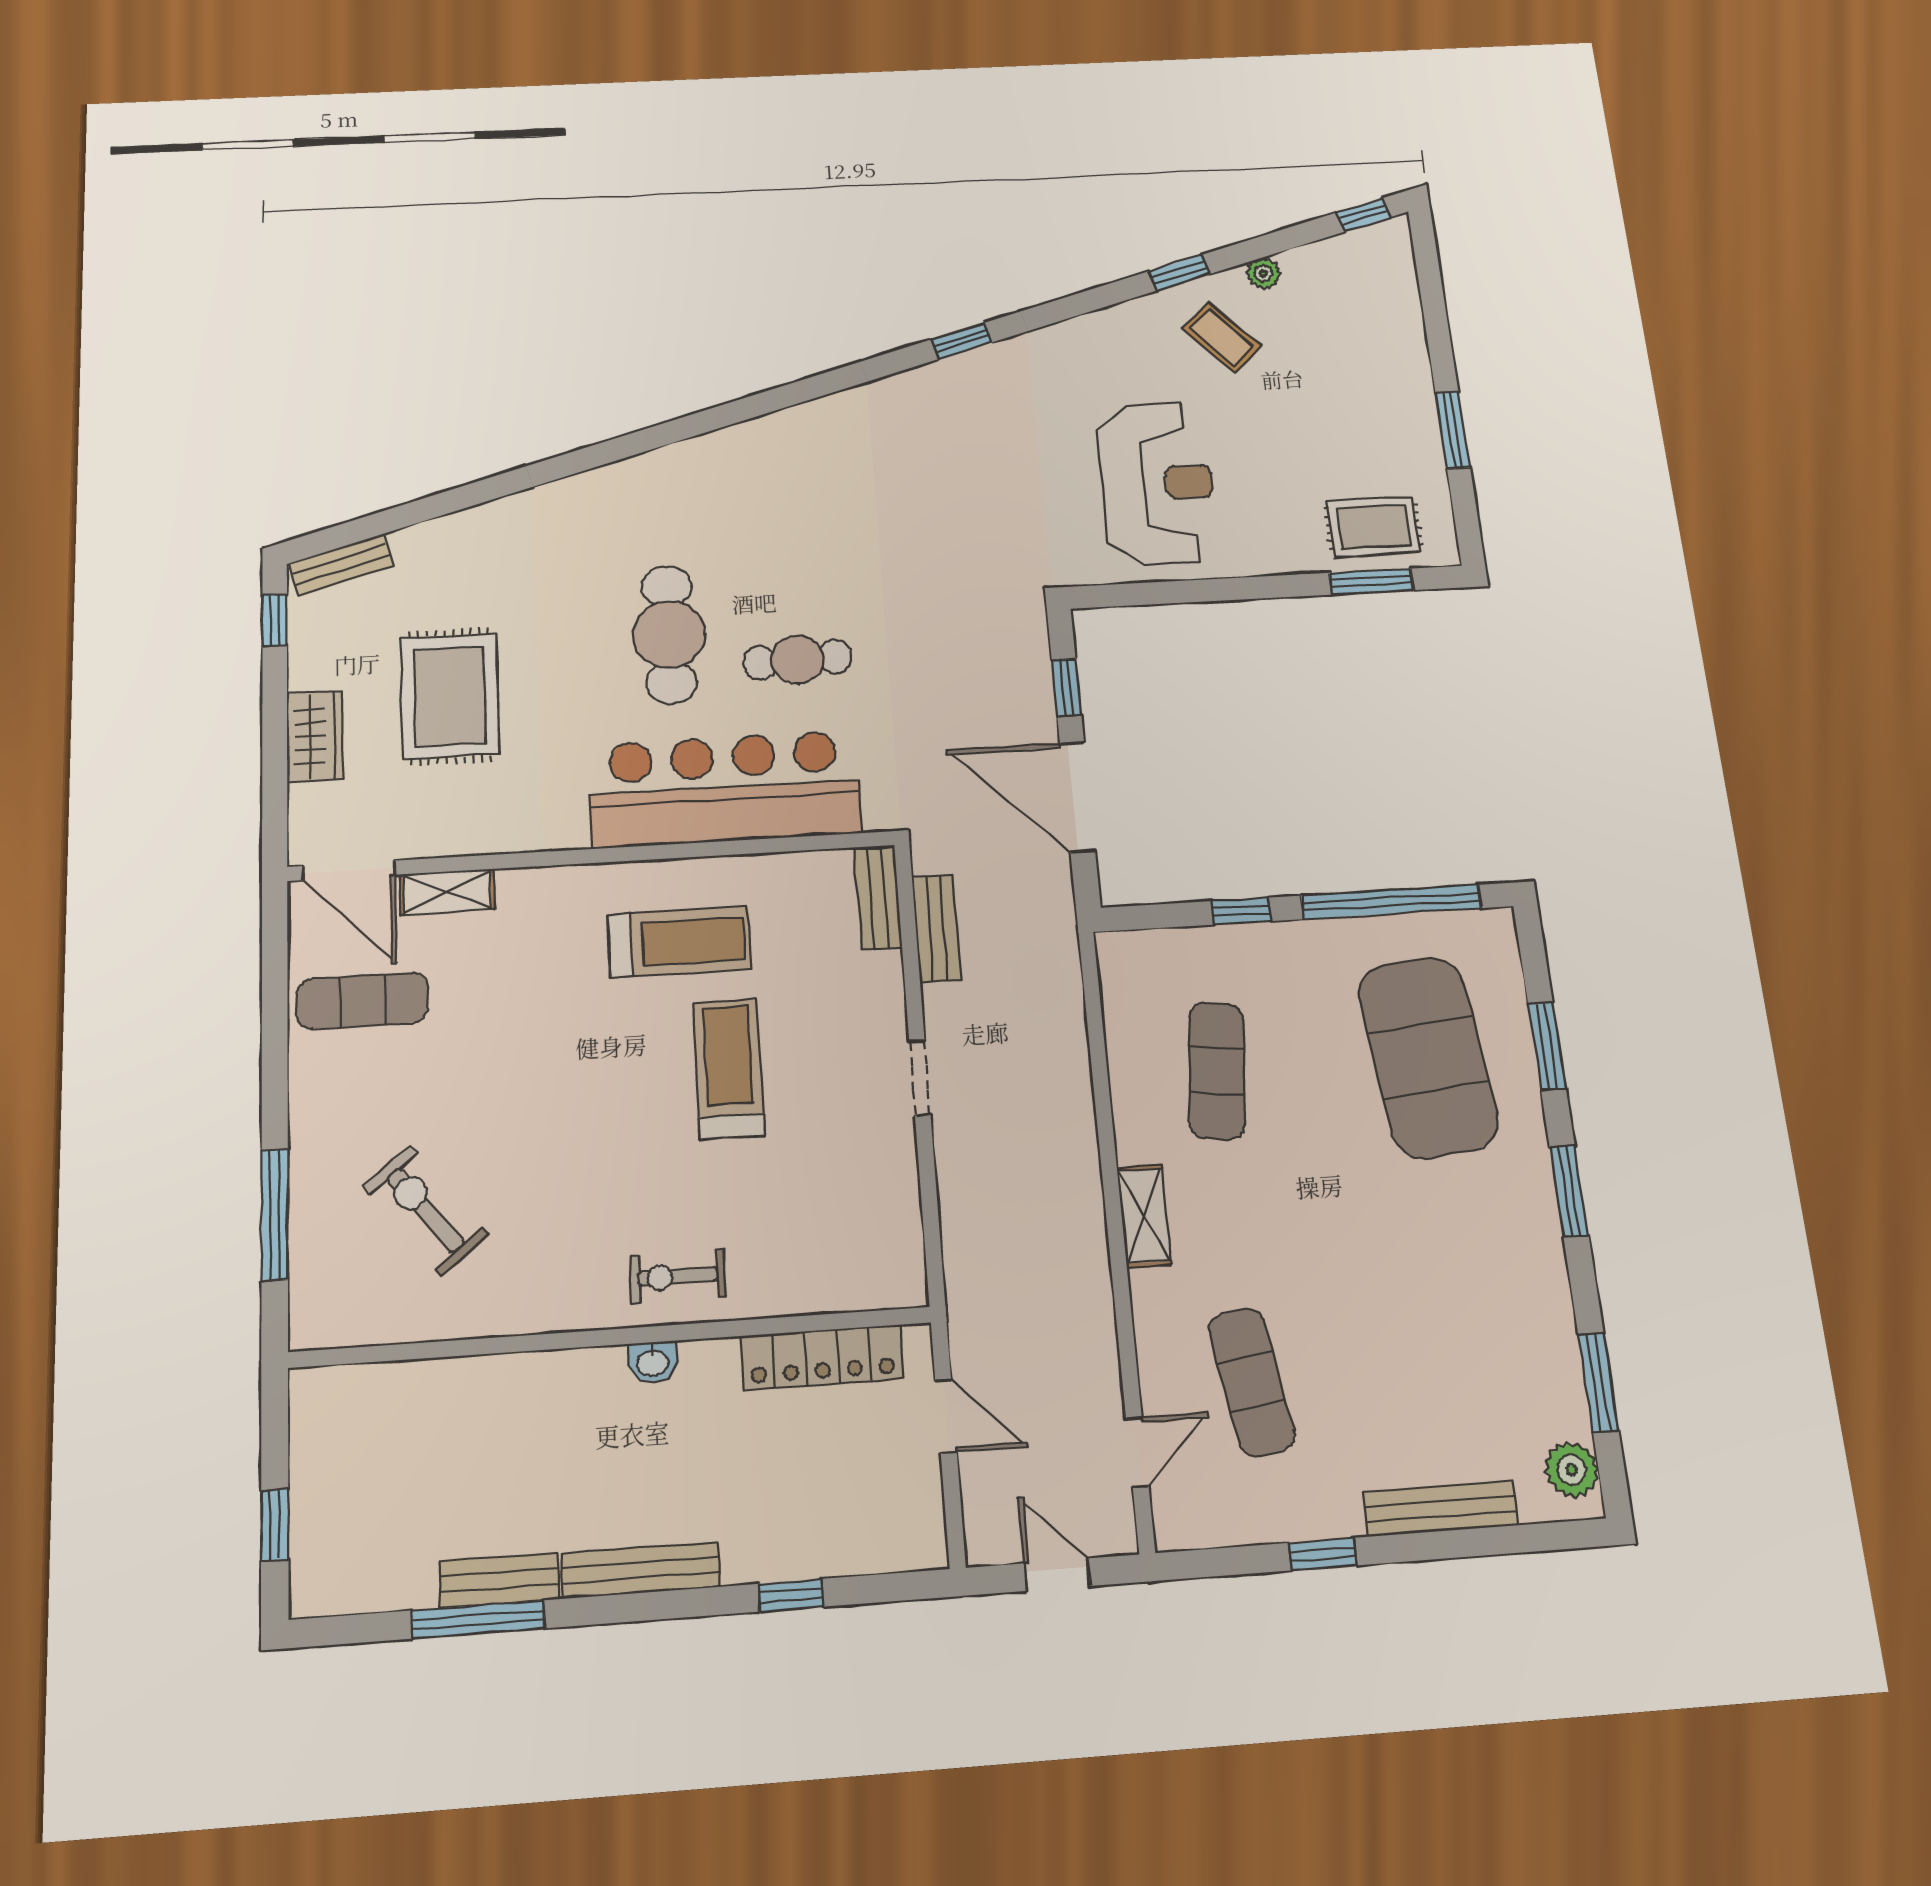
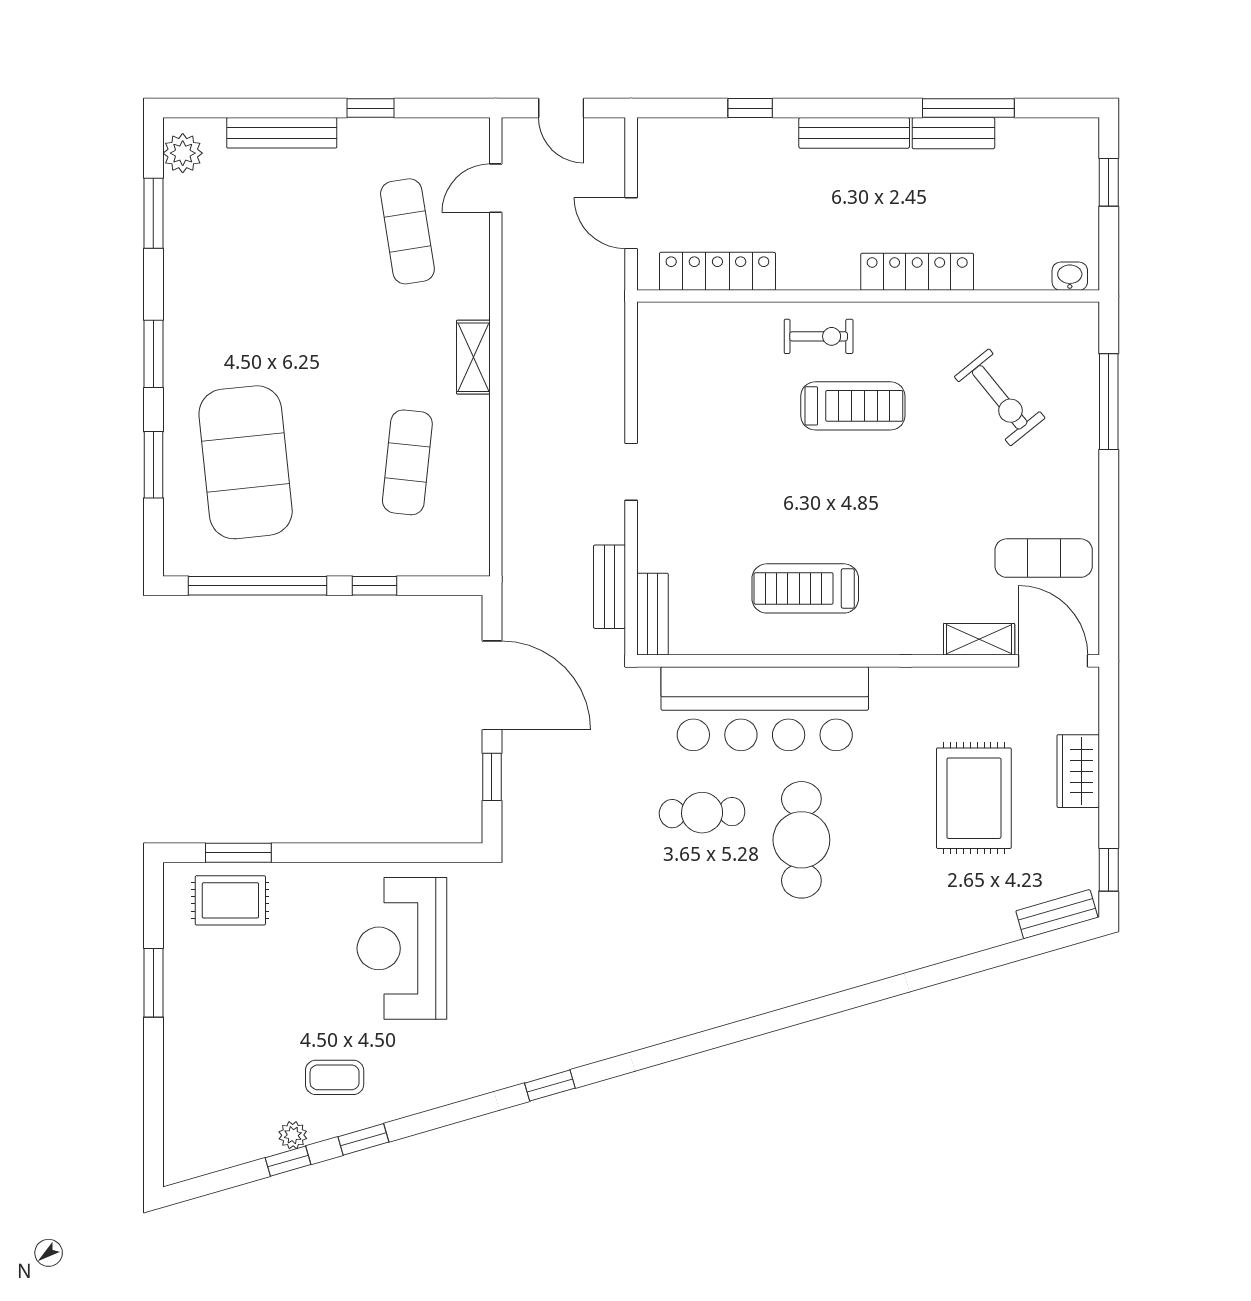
window: (1364, 215) -> (288, 1161), moved
coffee table: (1222, 337) -> (335, 1077), turned -47
treadmill: (729, 1069) -> (853, 406), moved, turned -90
washbasin: (653, 1362) -> (1070, 276), moved
locker: (544, 1376) -> (917, 272), added

